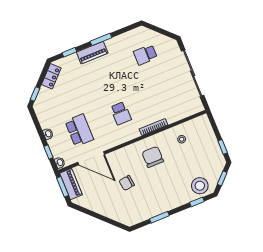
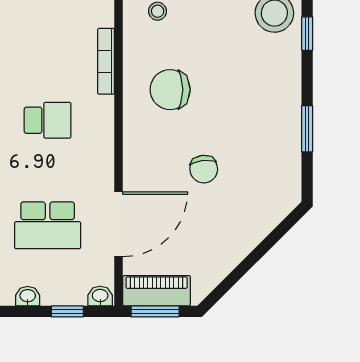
school desk: (79, 130) -> (48, 225), turned 180

